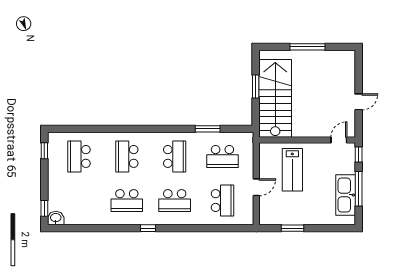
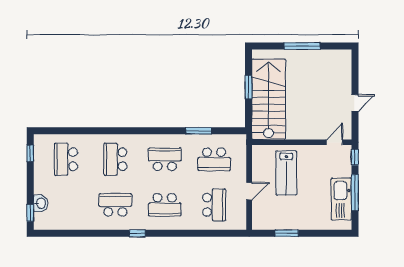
school desk: (175, 156) -> (165, 159), turned -90
school desk: (127, 201) -> (115, 205), turned 180
washbasin: (56, 218) -> (41, 203), moved, turned 90

